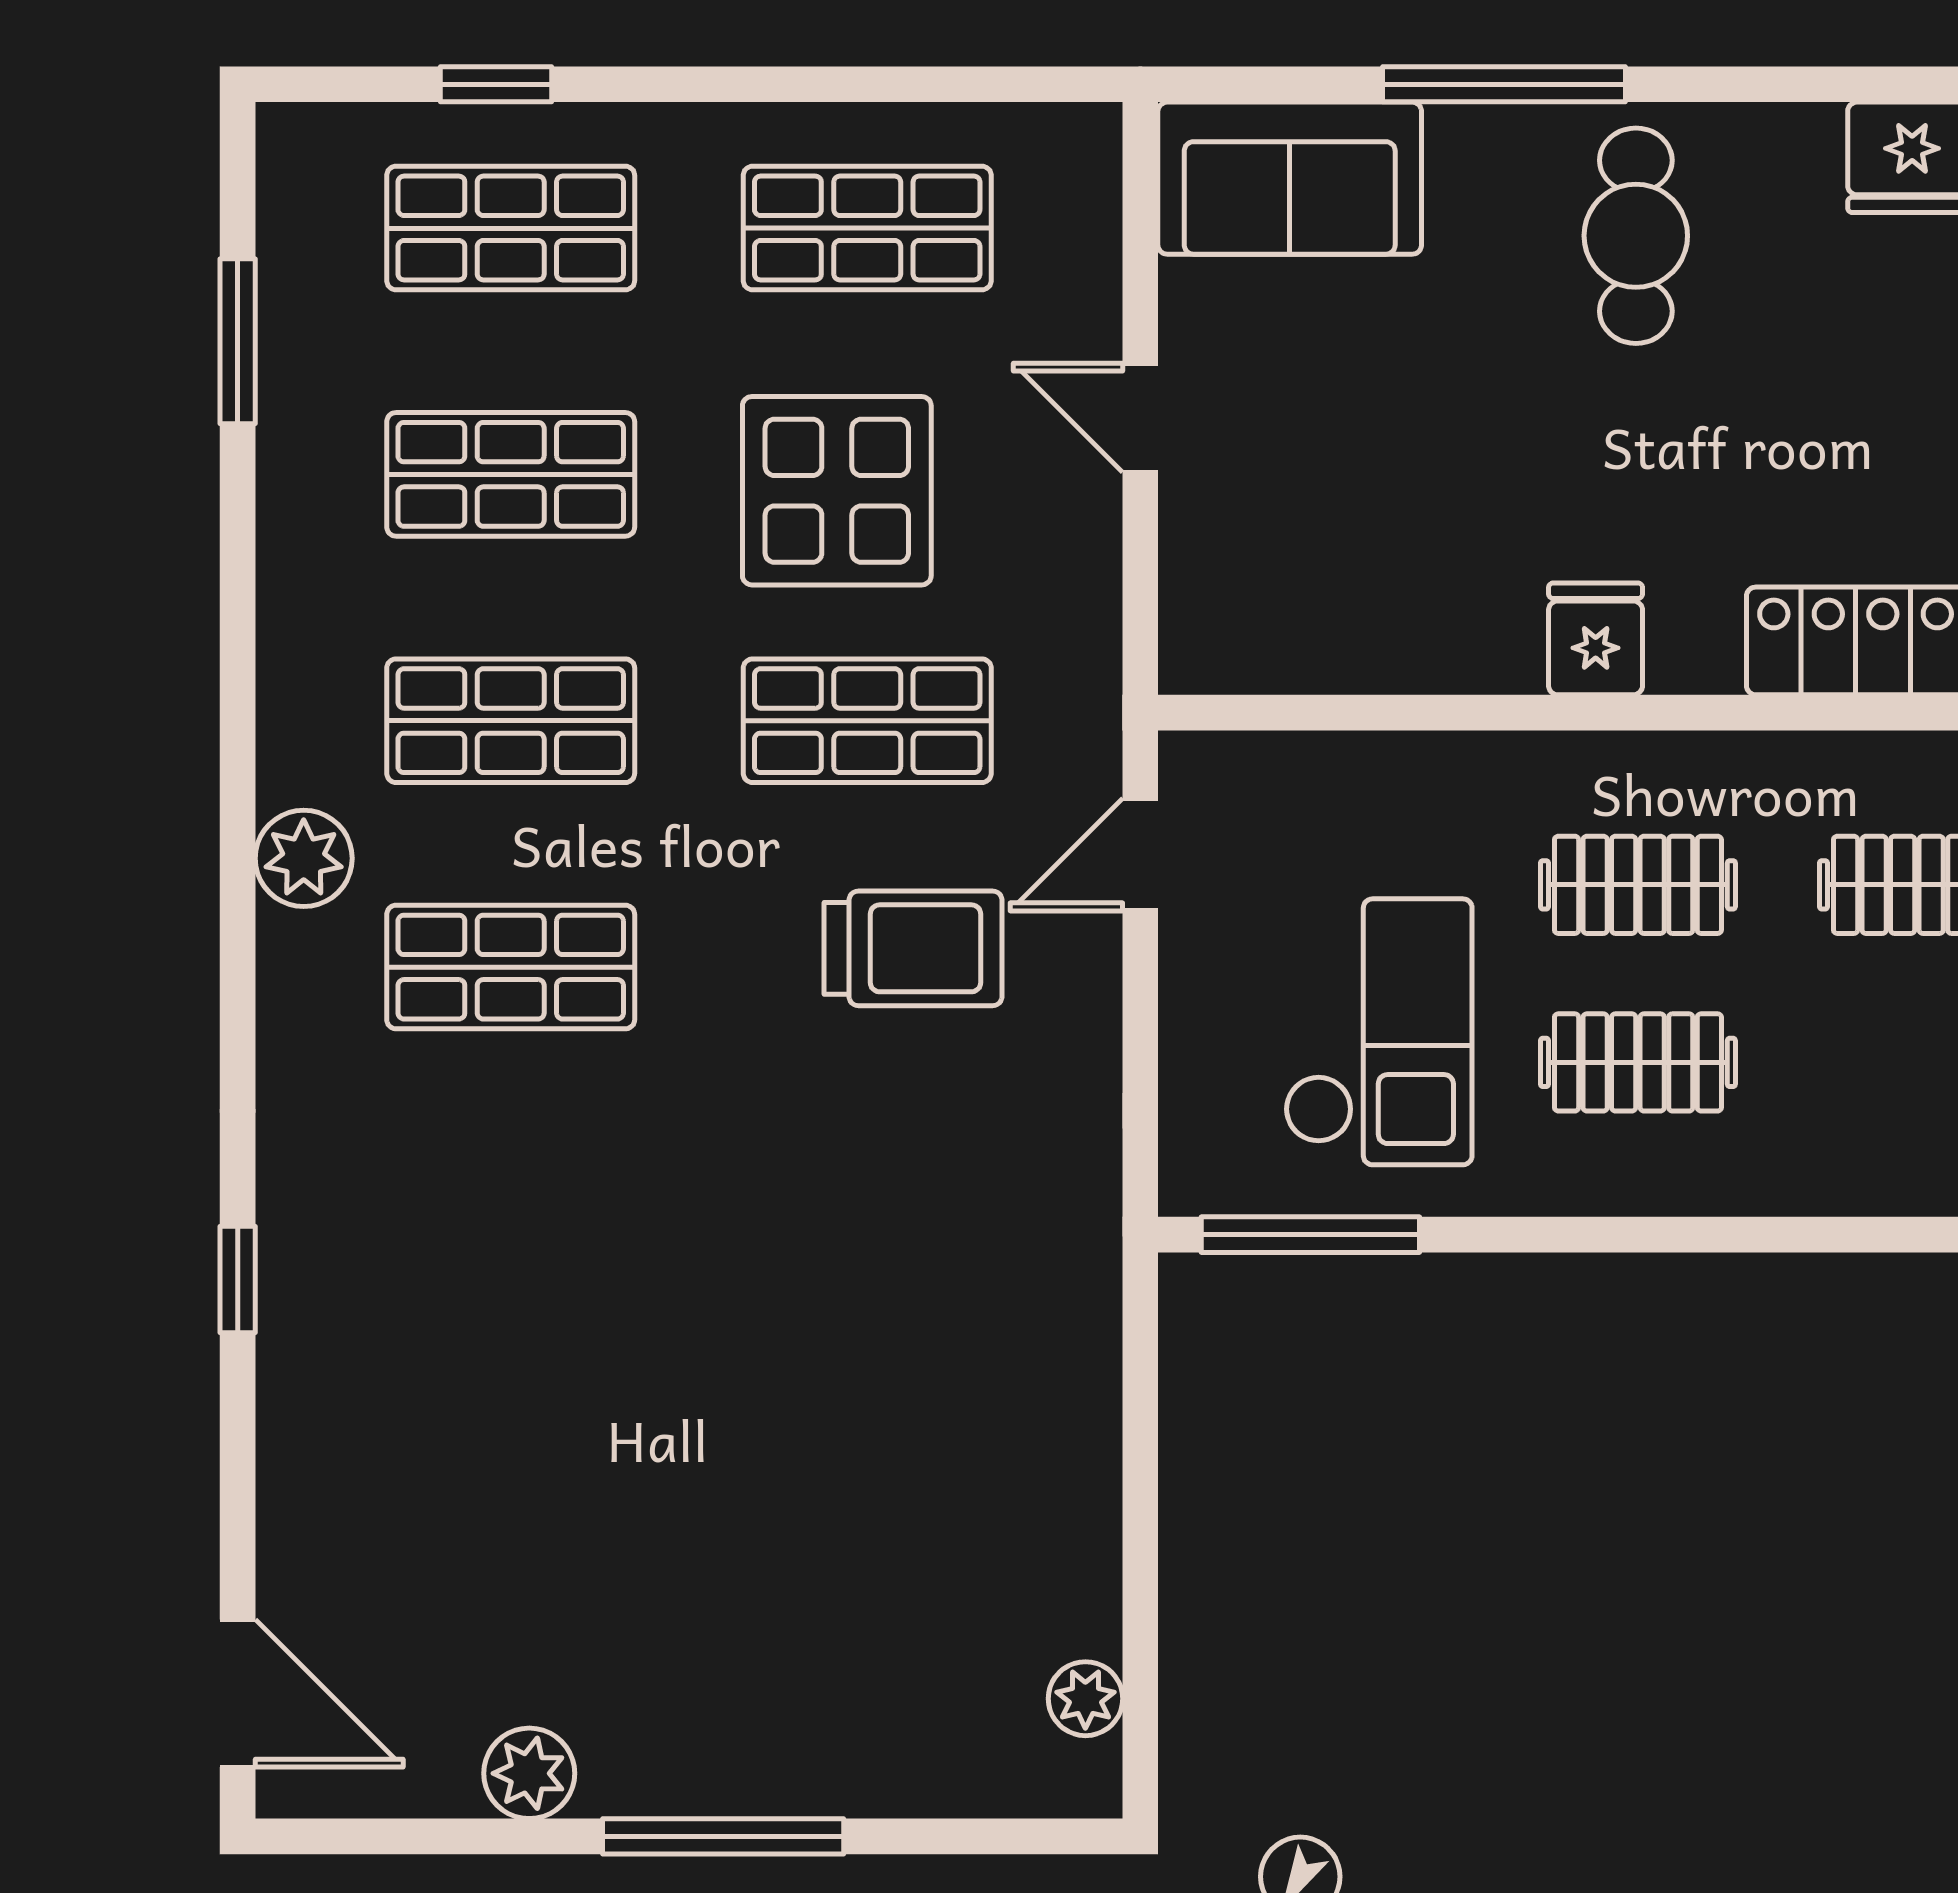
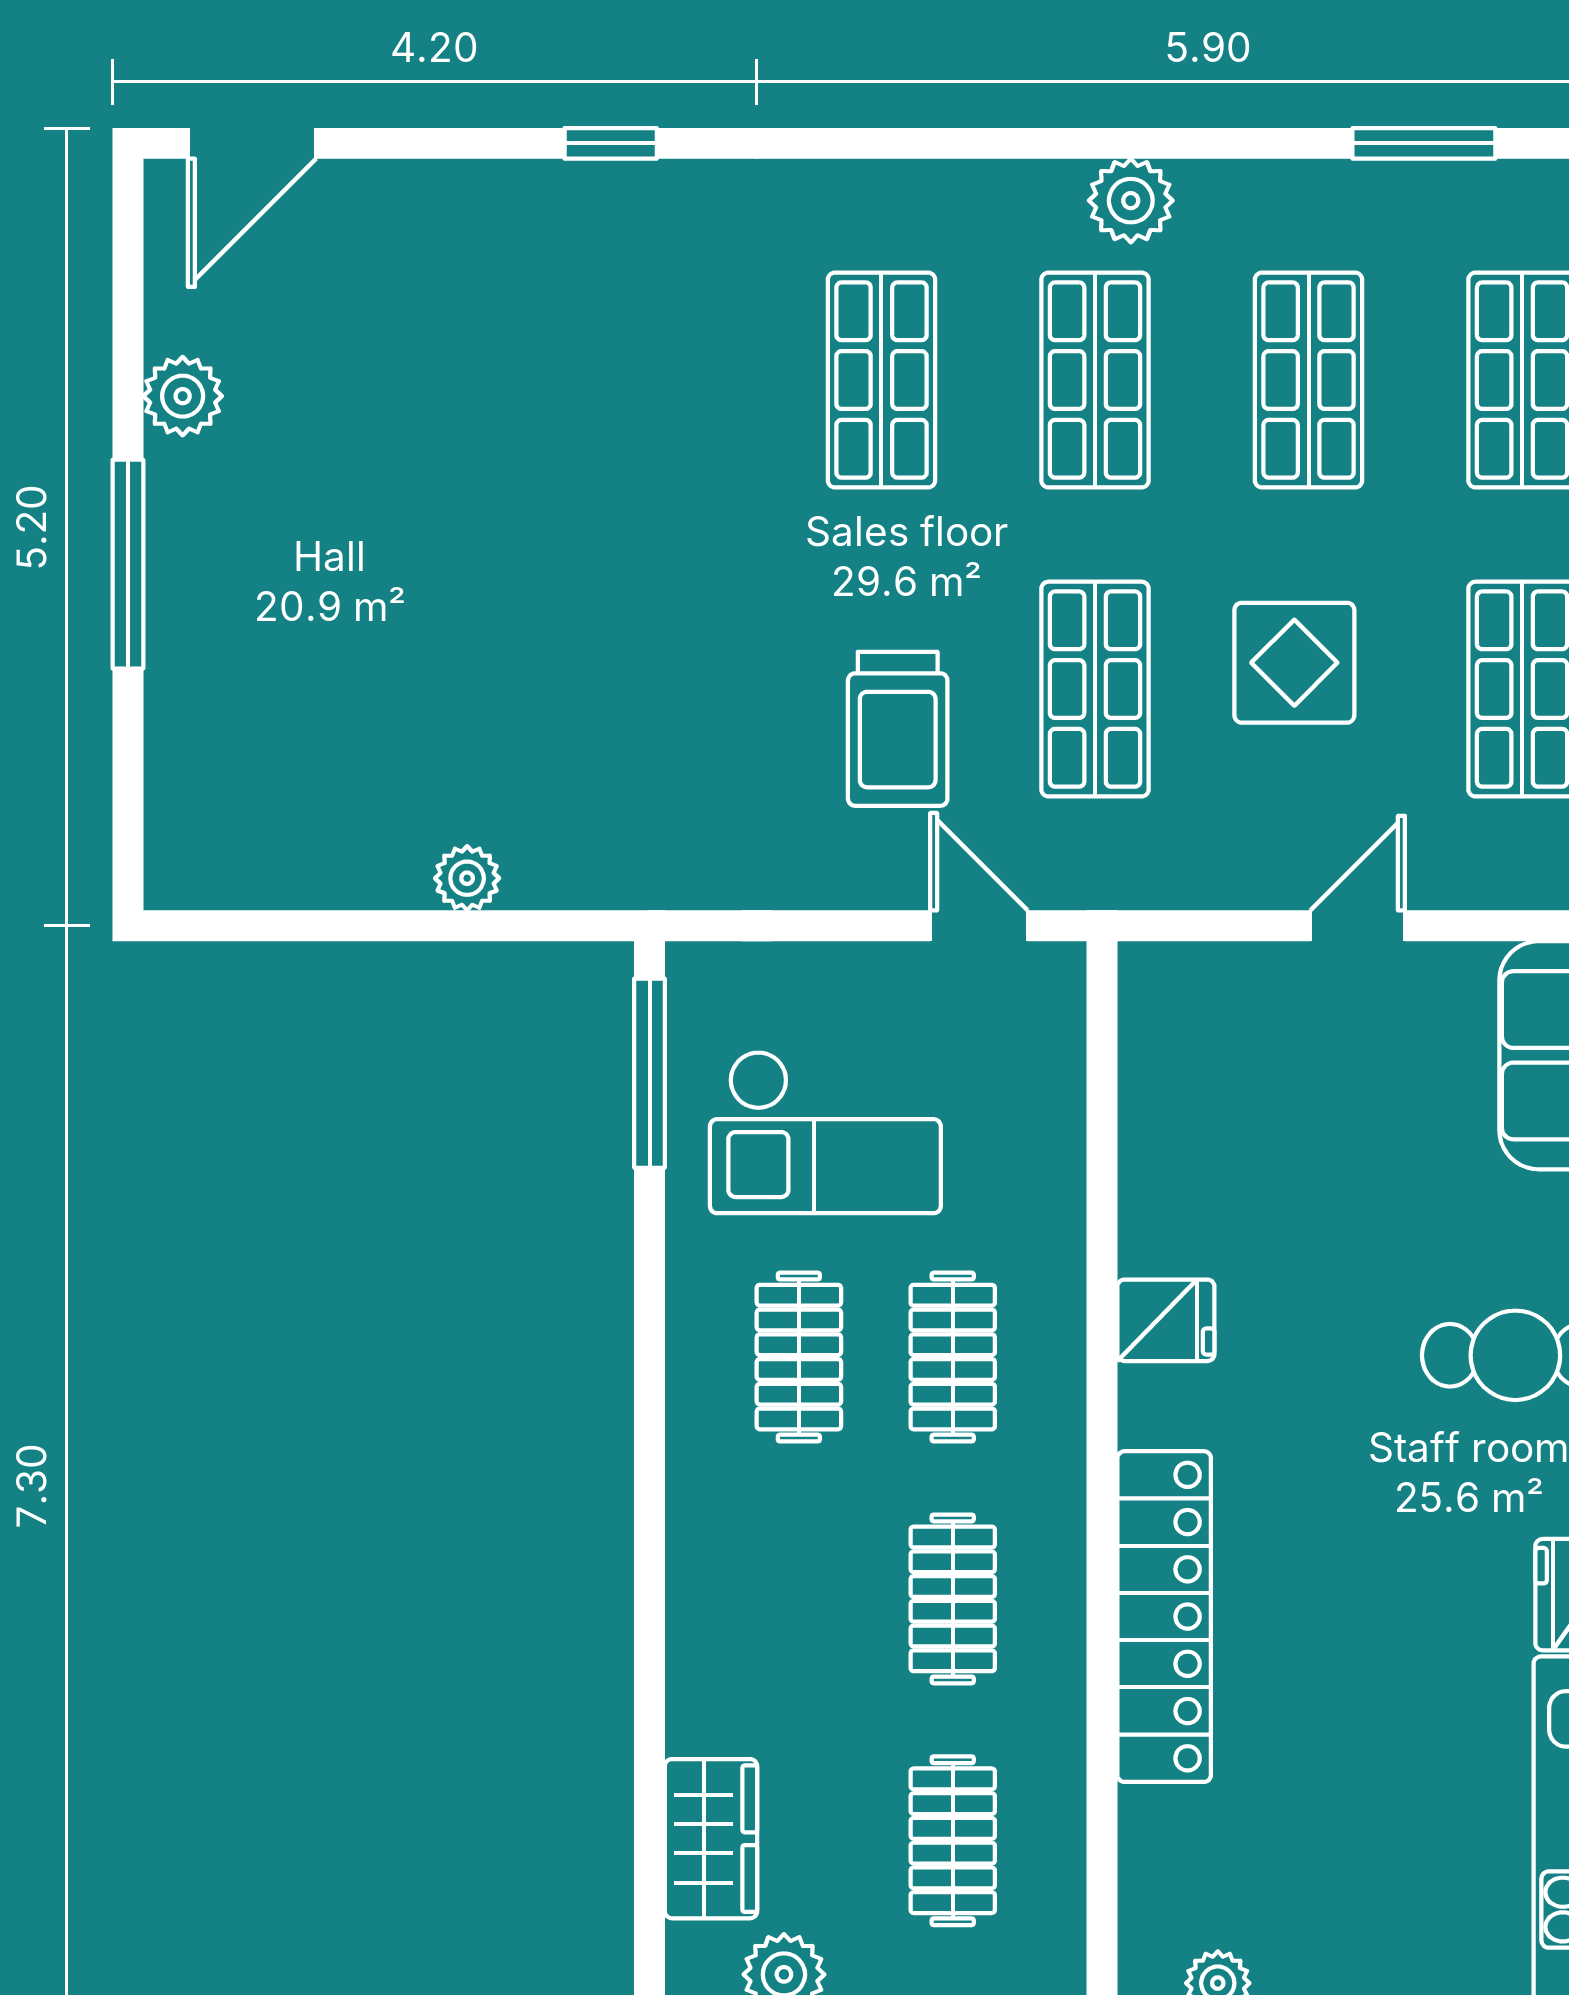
display table: (837, 491) -> (1294, 663), width x0.73, depth x0.73
plant: (304, 858) -> (1131, 201), moved
plant: (1085, 1699) -> (467, 878), moved

